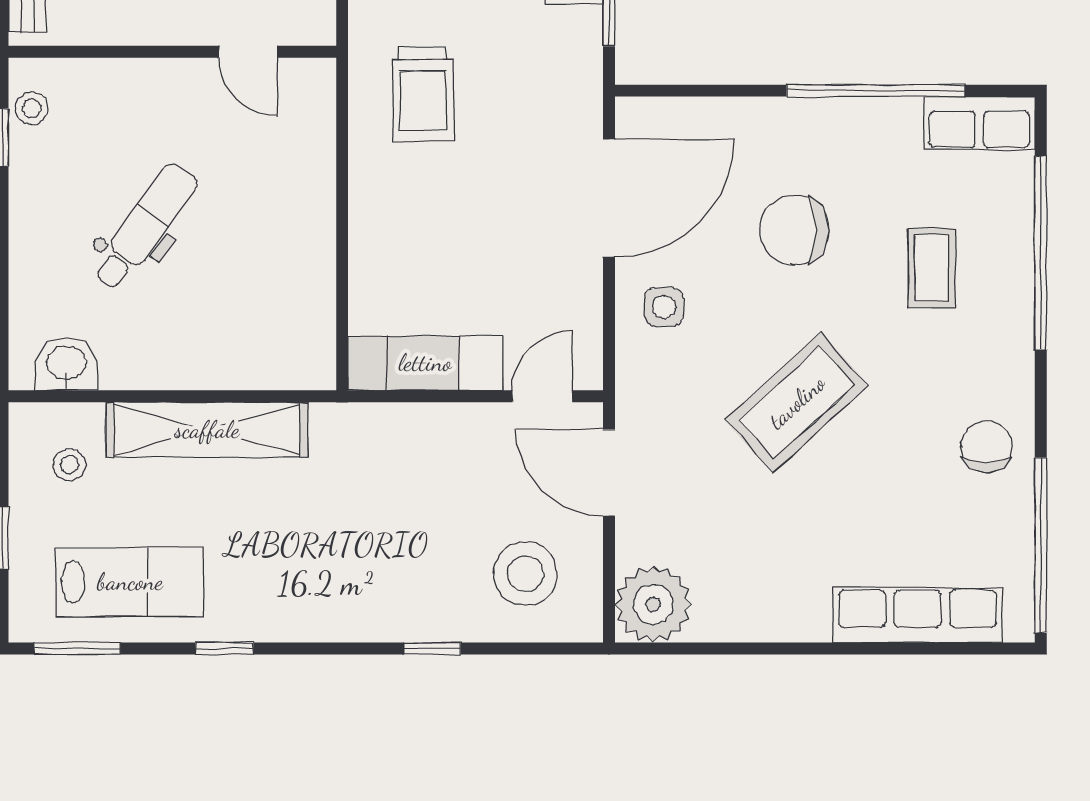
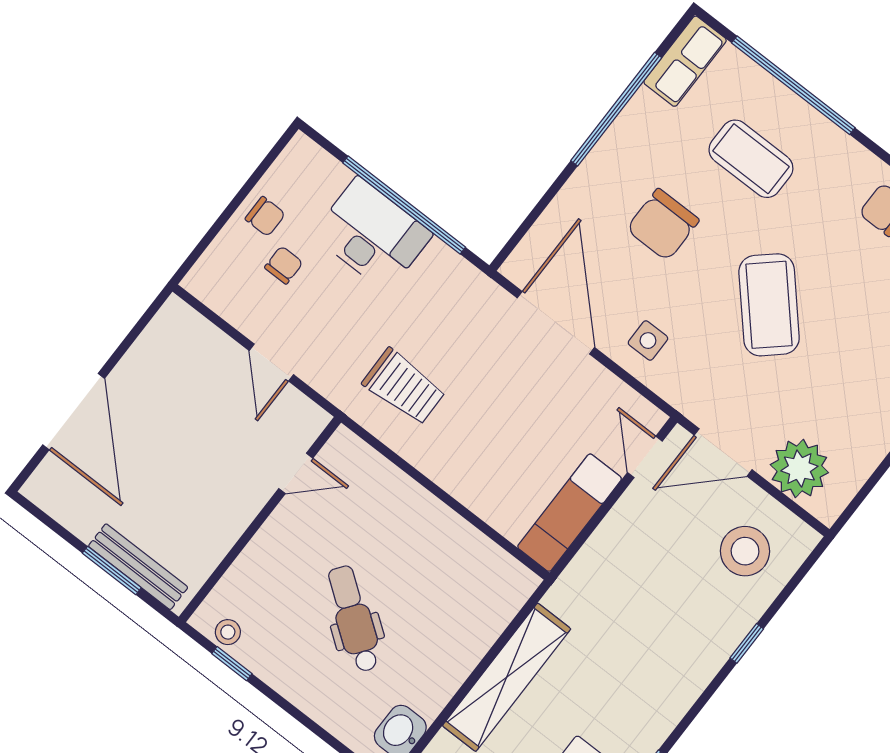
coffee table: (932, 268) -> (751, 159), width x1.36, depth x1.30
plant: (653, 604) -> (799, 469), moved

